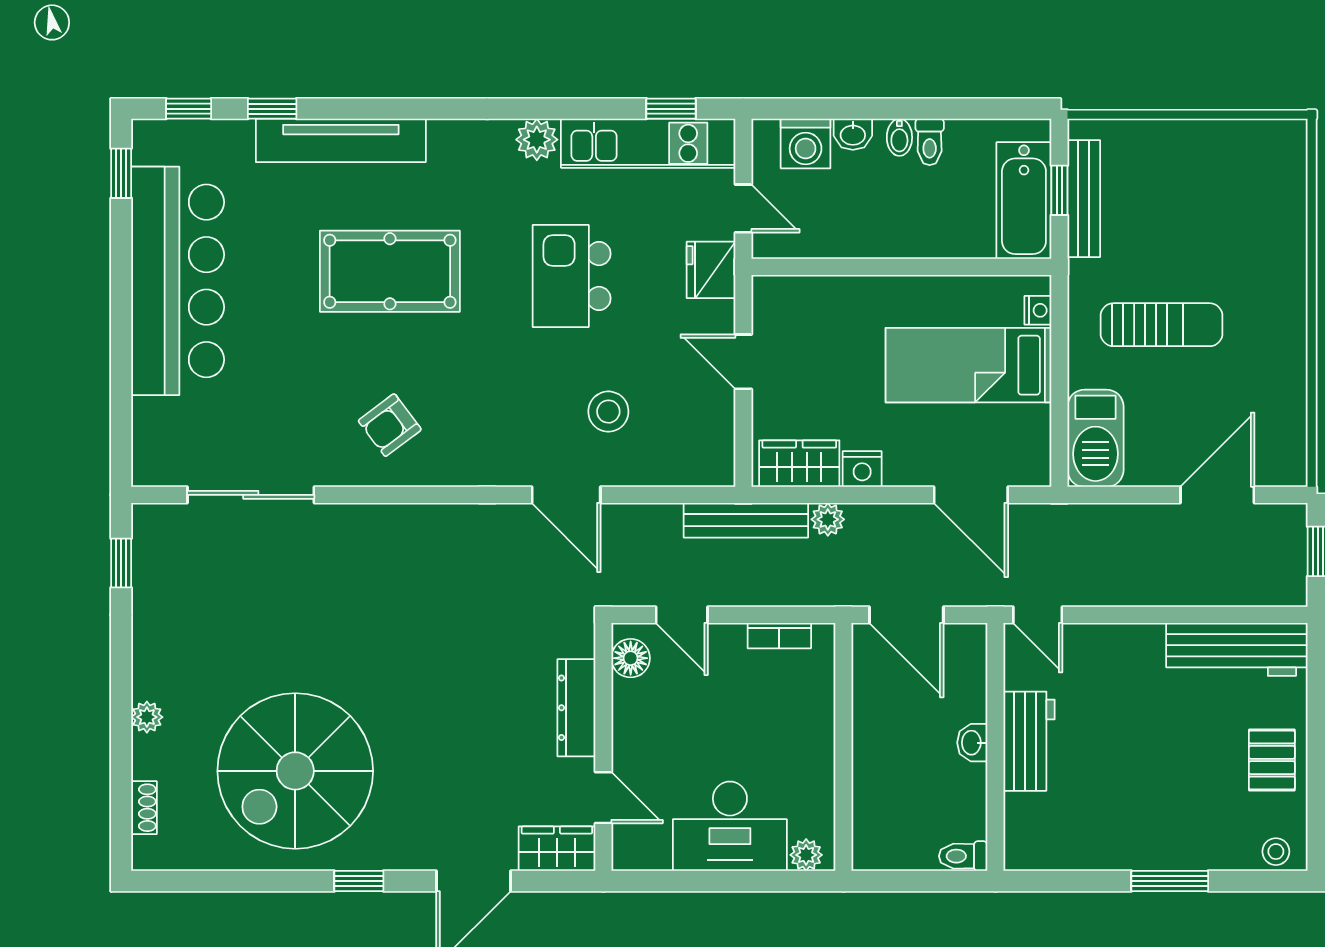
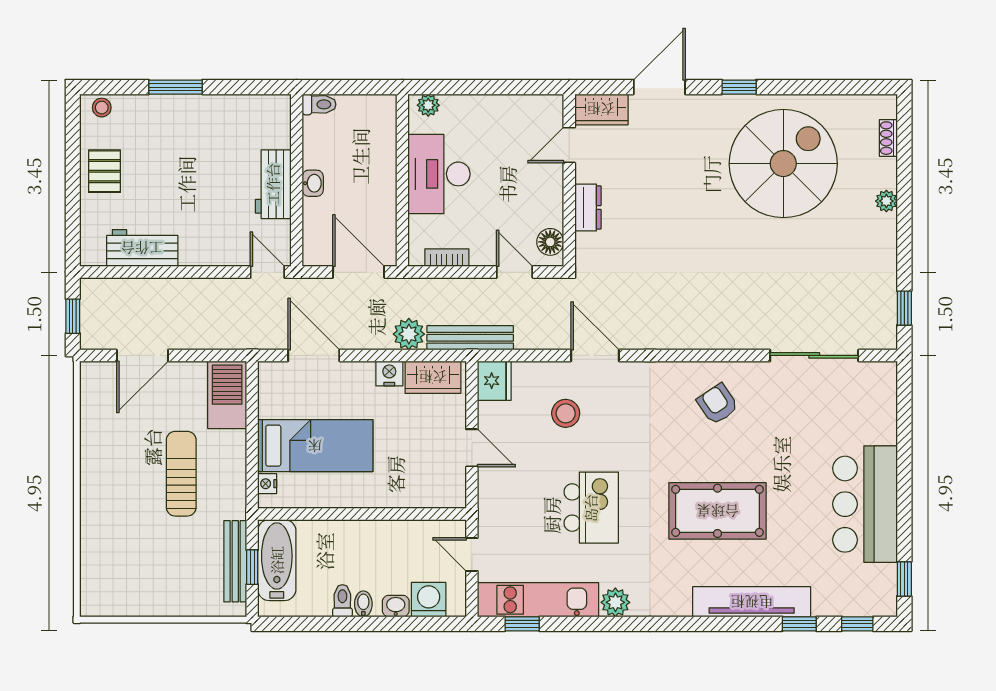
fridge: (711, 270) -> (494, 381), moved
bar counter: (178, 281) -> (865, 504), width x0.73
sun lounger: (1161, 325) -> (181, 474), turned 90
armchair: (390, 425) -> (718, 404), turned -87
plant: (828, 519) -> (409, 334), width x1.38, depth x1.38
workbench: (1237, 649) -> (142, 248), width x0.73
dresser: (576, 708) -> (588, 207), width x0.70
door: (603, 798) -> (569, 145), hinge flipped
desk: (730, 826) -> (439, 174), moved, turned -90

